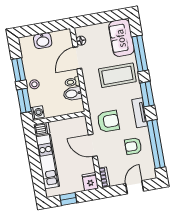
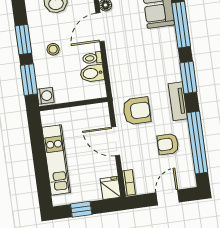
coffee table: (117, 75) -> (151, 52), removed
stool: (34, 84) -> (53, 49), moved
dishwasher: (42, 129) -> (50, 117), removed

